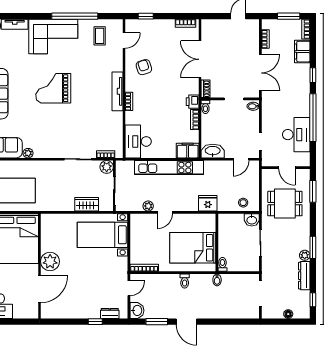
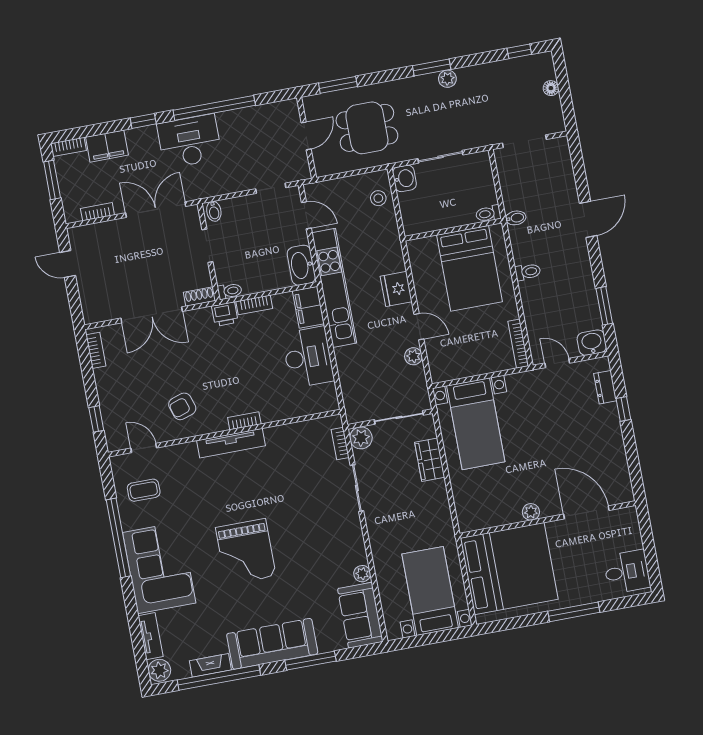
desk: (296, 135) -> (189, 141), moved
desk: (138, 141) -> (308, 357), moved, turned -90
kitchen unit: (169, 168) -> (334, 288), moved
fridge: (208, 203) -> (396, 289), moved
dining table: (285, 204) -> (367, 128), turned 90
plant: (50, 261) -> (531, 512), width x0.53, depth x0.53
dresser: (304, 276) -> (482, 73), removed
door: (186, 322) -> (588, 219), moved

